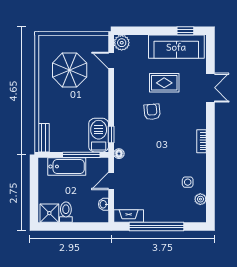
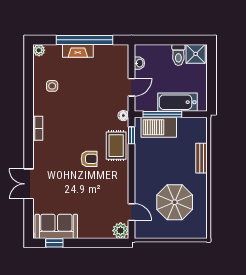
sofa: (176, 47) -> (56, 226), width x0.73
rug: (164, 83) -> (116, 146), moved, turned 90
armchair: (152, 112) -> (89, 159), turned -85
barbecue: (99, 135) -> (159, 127), moved, turned 90
bench: (44, 138) -> (202, 158), moved
plant: (200, 199) -> (39, 50), moved
fireplace: (129, 216) -> (78, 51), moved

